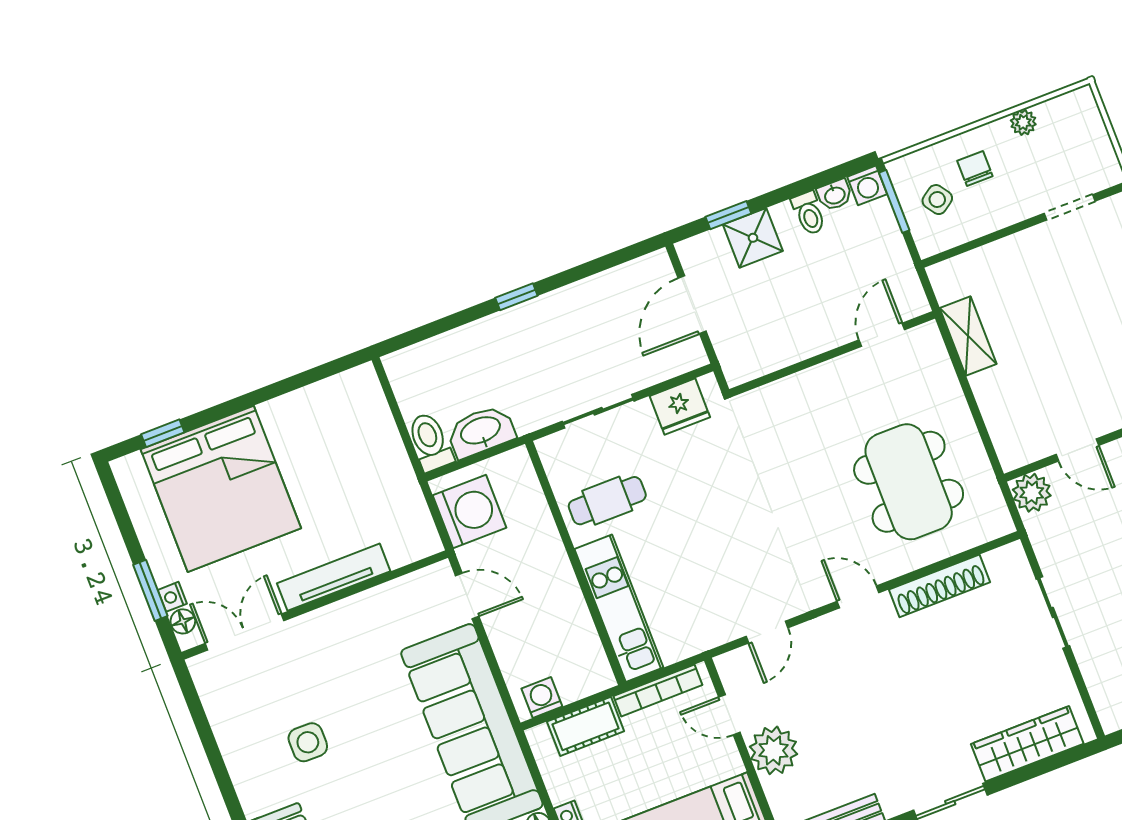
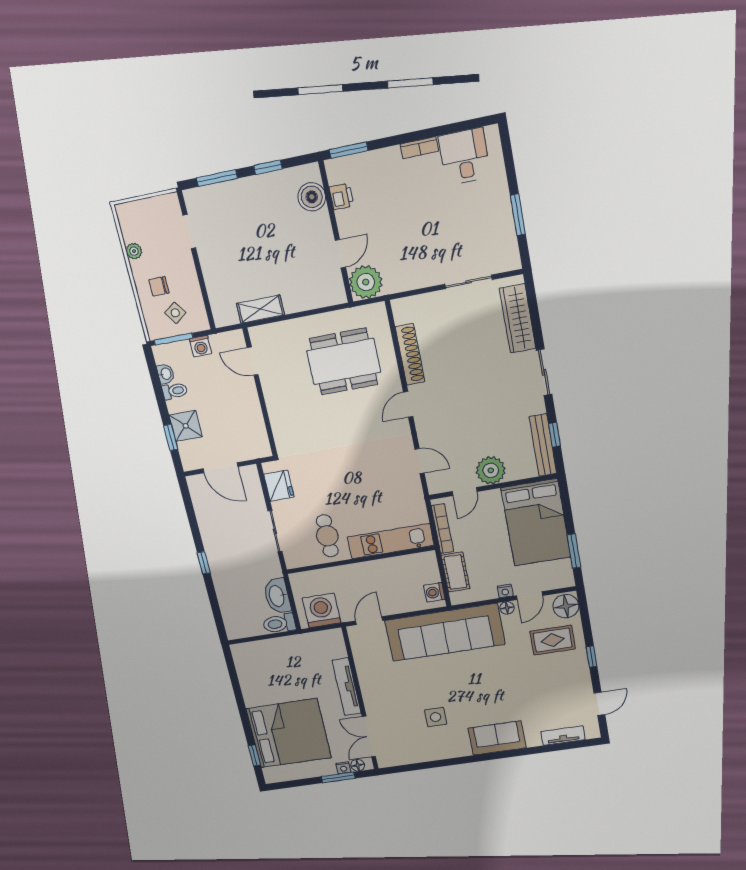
washing machine: (867, 185) -> (201, 346), moved, turned 90
plant: (1032, 493) -> (366, 282), width x1.36, depth x1.36
sliding door: (1053, 612) -> (469, 282), moved

